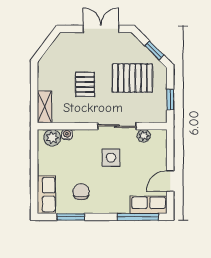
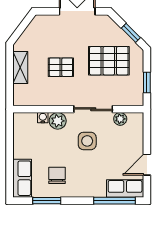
pallet: (85, 84) -> (61, 67), turned 90
shelving: (45, 107) -> (20, 68), moved
plant: (52, 138) -> (58, 121), moved

